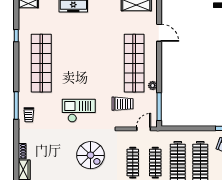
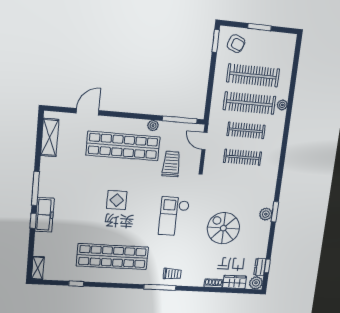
display table: (89, 62) -> (117, 200), added
spiral stairs: (91, 155) -> (223, 228), moved, turned -90

